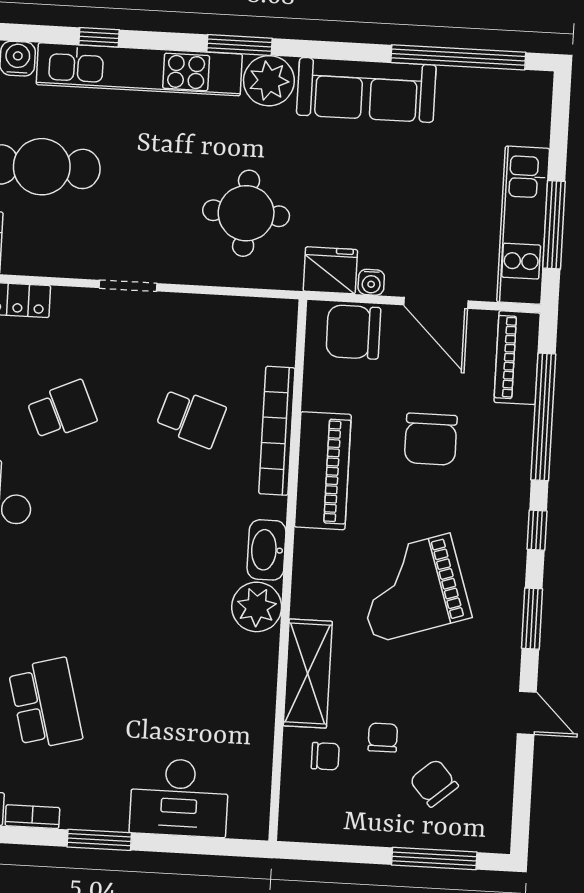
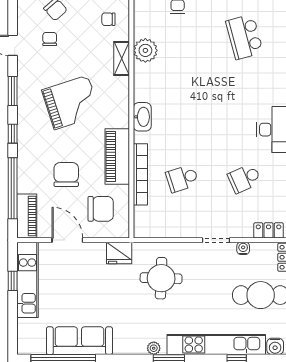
plant: (269, 81) -> (154, 348), width x0.53, depth x0.53
sofa: (366, 90) -> (79, 341), moved
window: (554, 225) -> (13, 281), width x0.46
water cooler: (371, 282) -> (243, 248), moved
chair: (353, 332) -> (101, 209), moved
school desk: (191, 418) -> (182, 178), turned -36
plant: (257, 607) -> (145, 50), moved
shelving: (308, 674) -> (122, 58), width x0.67, depth x0.75
chair: (383, 738) -> (50, 39), moved, turned 180

